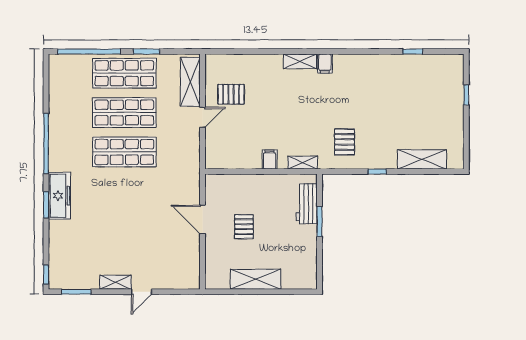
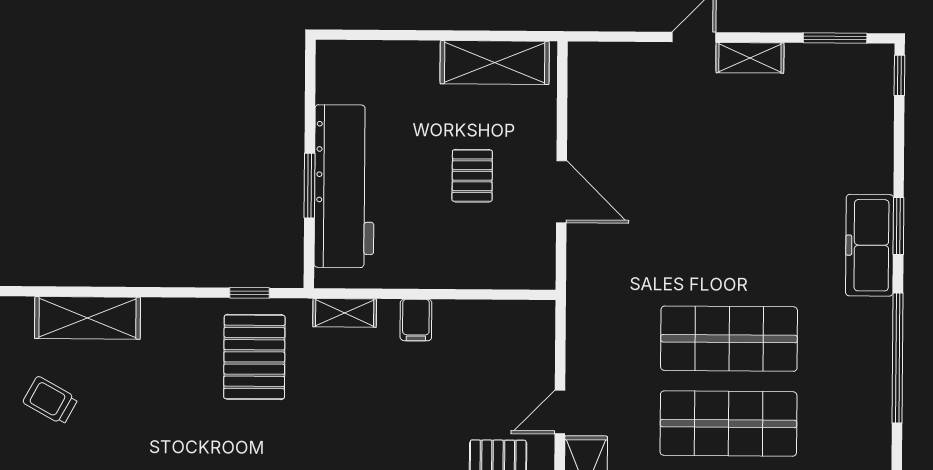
trolley: (439, 121) -> (50, 400), added
pallet: (344, 142) -> (254, 357), width x1.50, depth x1.42
window: (377, 172) -> (249, 293), moved
workbench: (307, 204) -> (344, 186), width x1.88, depth x1.32
shelving: (256, 279) -> (495, 63), moved

